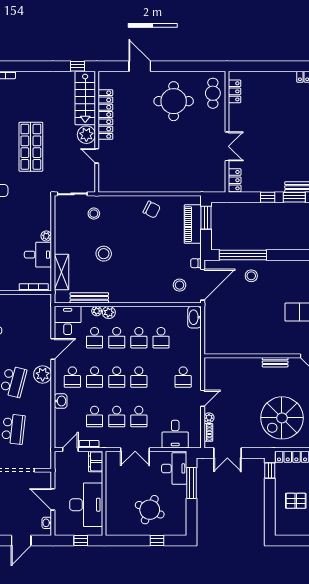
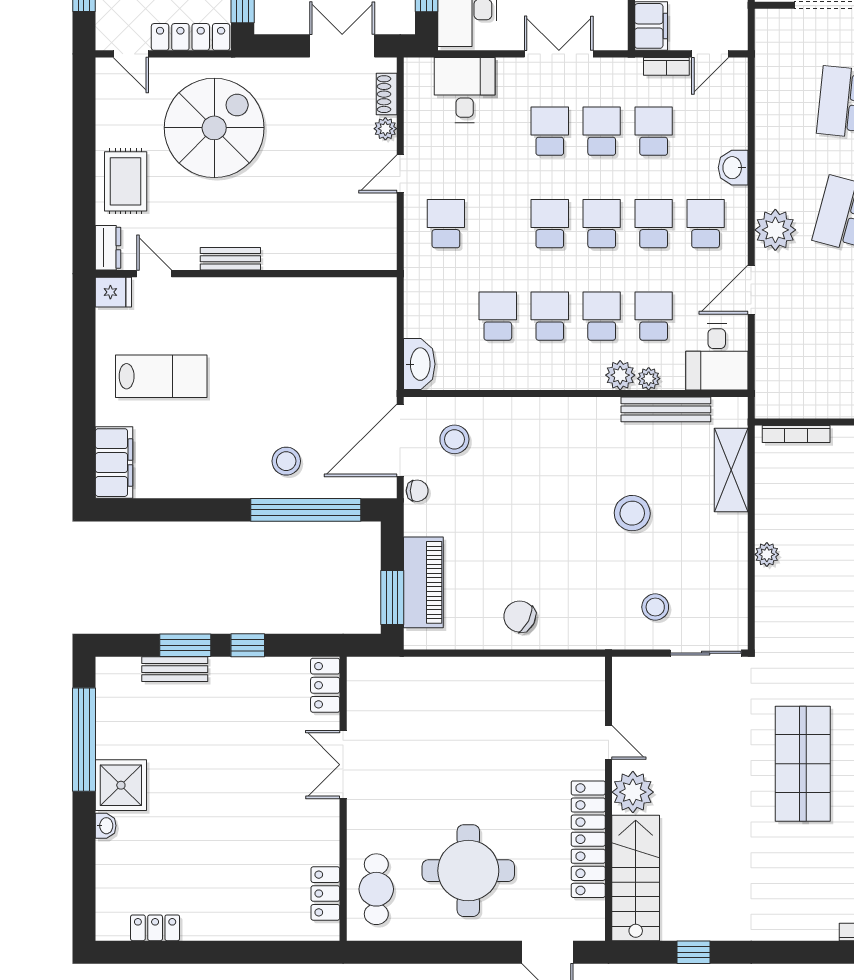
stairs: (85, 98) -> (636, 878), moved
locker: (105, 115) -> (588, 839), moved
wall: (97, 132) -> (609, 799), moved
plant: (86, 135) -> (633, 792), moved
door: (97, 156) -> (609, 742), moved
desk: (38, 255) -> (786, 511), removed

